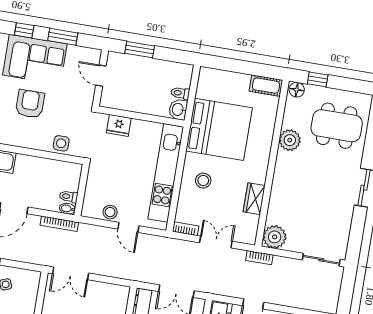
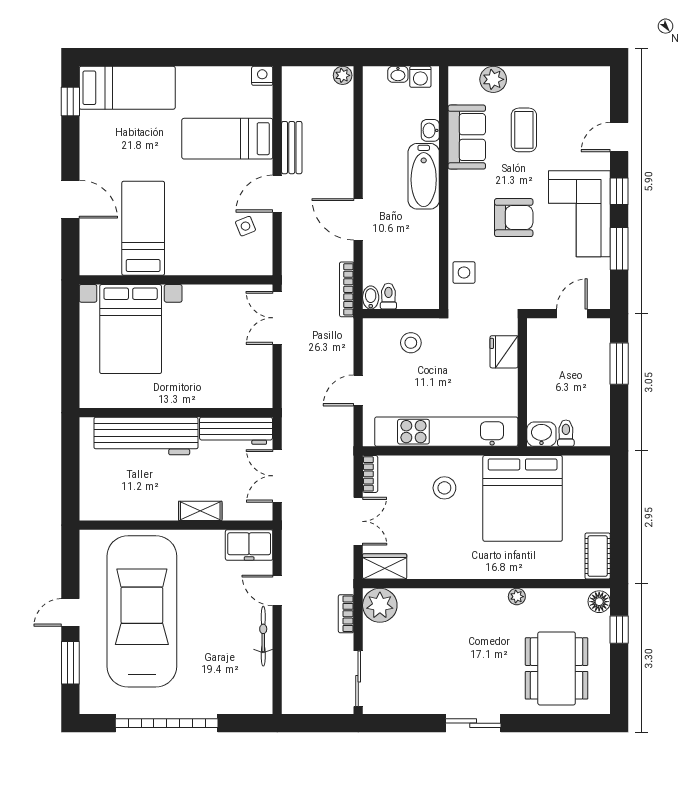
plant: (290, 140) -> (517, 597), width x0.53, depth x0.53
wardrobe: (254, 199) -> (385, 566), moved
stool: (110, 212) -> (411, 343), moved
bookcase: (259, 258) -> (346, 614), moved

